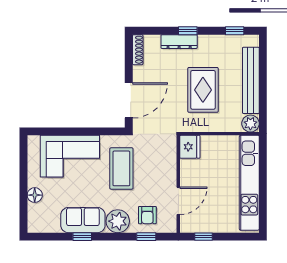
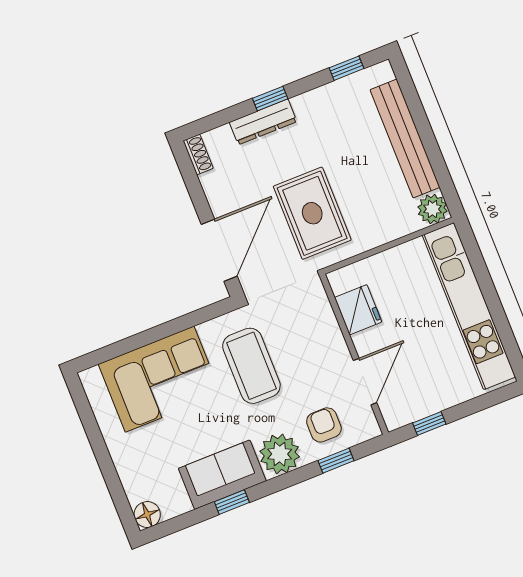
shoe rack: (138, 50) -> (198, 154), width x0.70
rug: (203, 90) -> (312, 213), moved
fridge: (190, 147) -> (358, 310), moved
floor lamp: (35, 195) -> (147, 515), moved
armchair: (147, 215) -> (324, 425), turned 180

